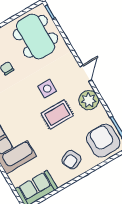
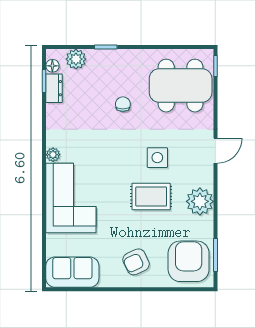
dining table: (36, 36) -> (181, 86), turned 90
door: (86, 73) -> (215, 151), moved

